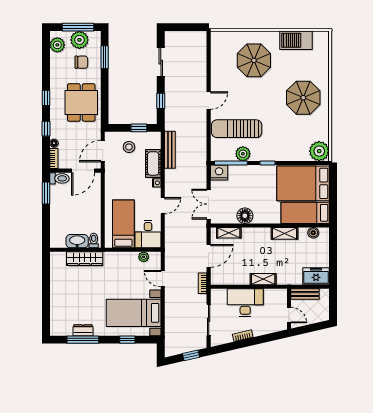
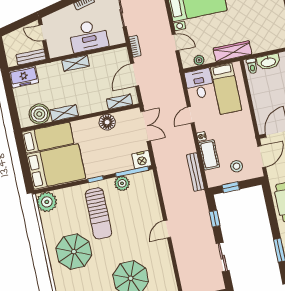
sun lounger: (237, 129) -> (98, 213), moved, turned 90
boiler: (313, 233) -> (39, 114), width x1.86, depth x1.86
wardrobe: (85, 259) -> (233, 51), moved

